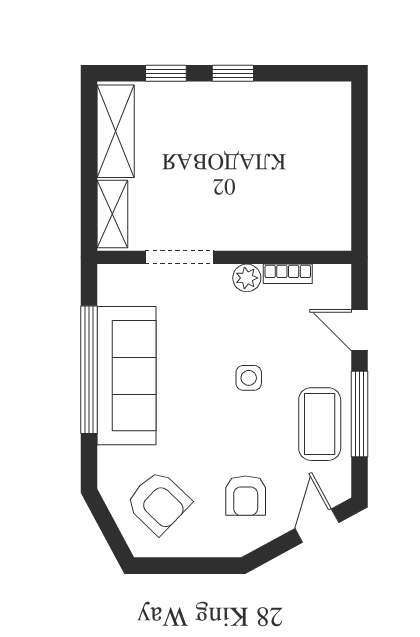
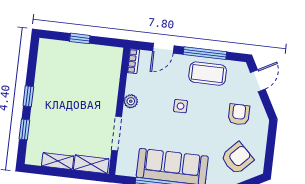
shelving: (116, 131) -> (58, 161), width x0.67, depth x0.75
window: (360, 162) -> (80, 38), added
bookcase: (288, 274) -> (133, 61), moved
armchair: (246, 496) -> (239, 114), turned -90
door: (317, 526) -> (258, 81), swing flipped

